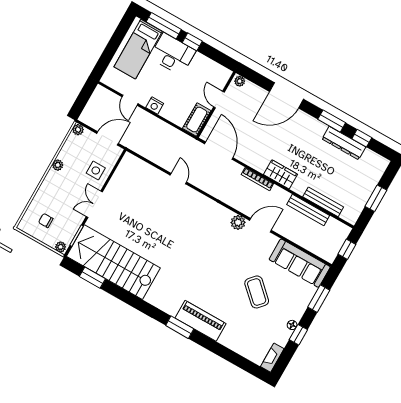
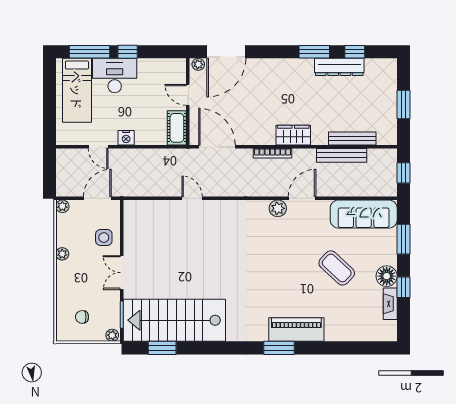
door: (287, 95) -> (226, 52), moved
floor lamp: (292, 325) -> (387, 276), width x1.89, depth x1.89
fireplace: (272, 358) -> (390, 304), moved

